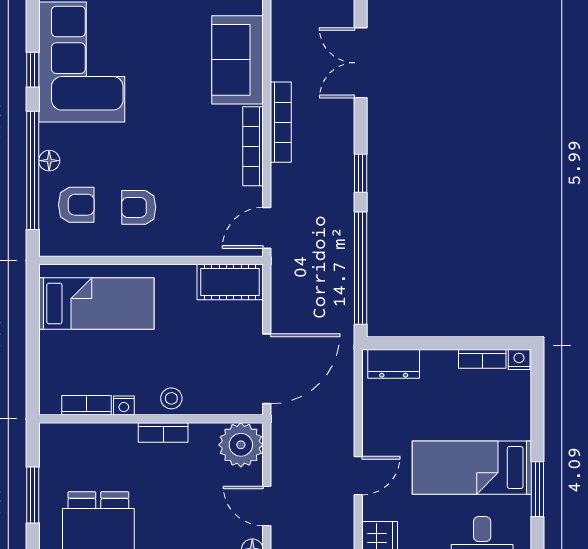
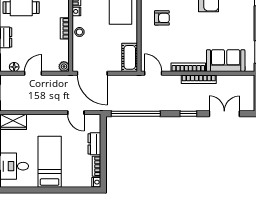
window: (361, 173) -> (188, 114), moved
armchair: (139, 207) -> (162, 18), turned 90
dresser: (394, 364) -> (94, 144), moved
plant: (241, 445) -> (64, 66), width x0.53, depth x0.53
door: (358, 476) -> (76, 113), moved
window: (537, 489) -> (40, 190), removed

